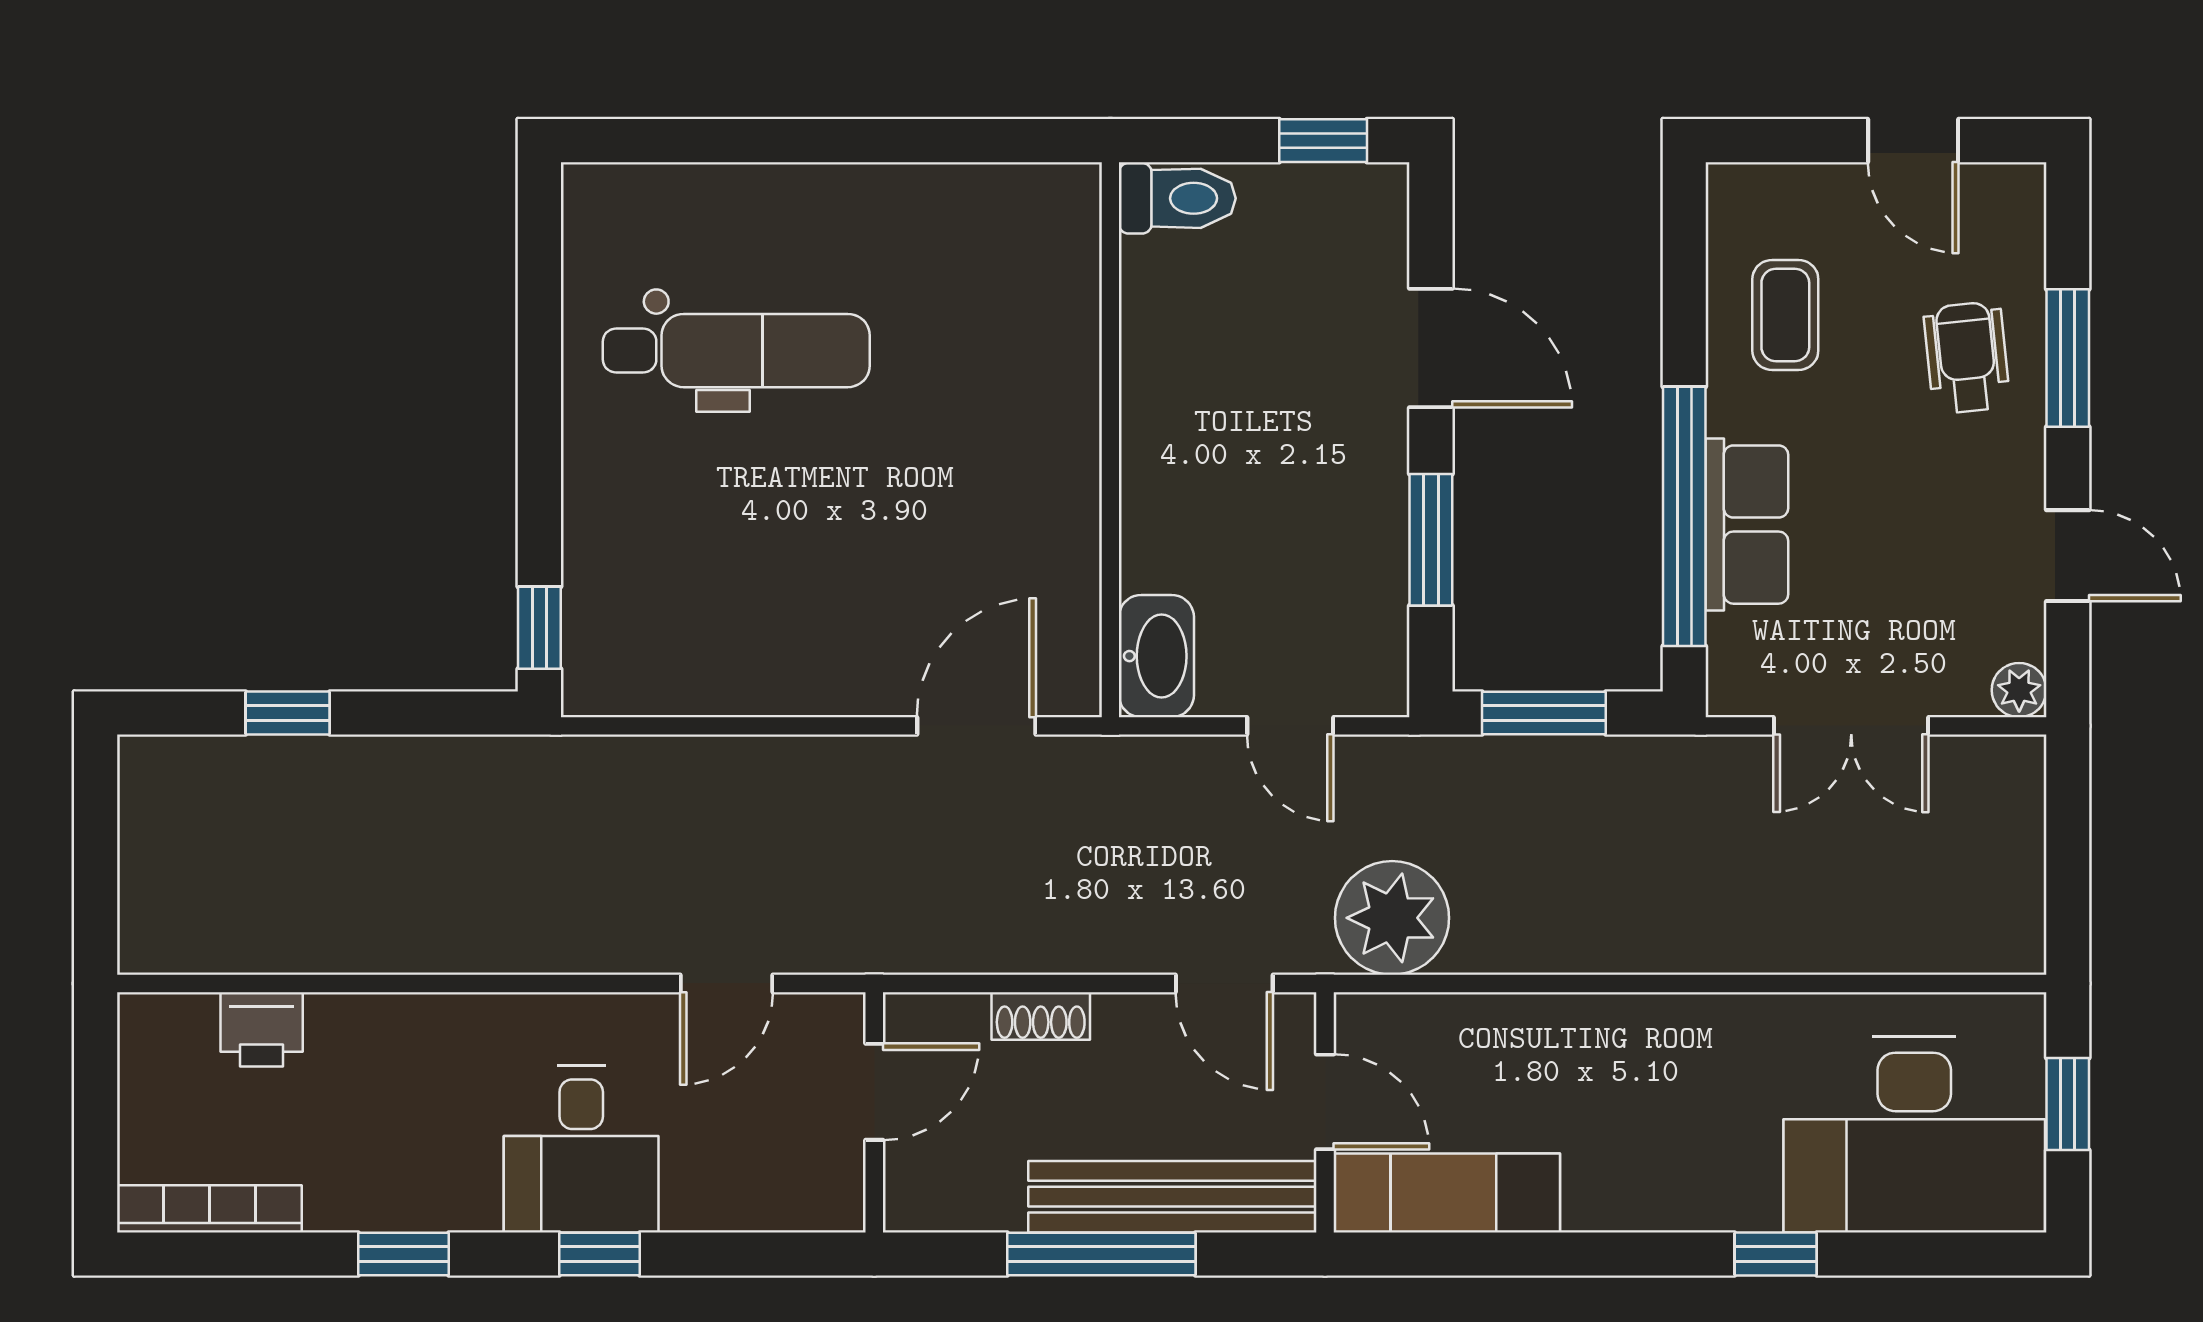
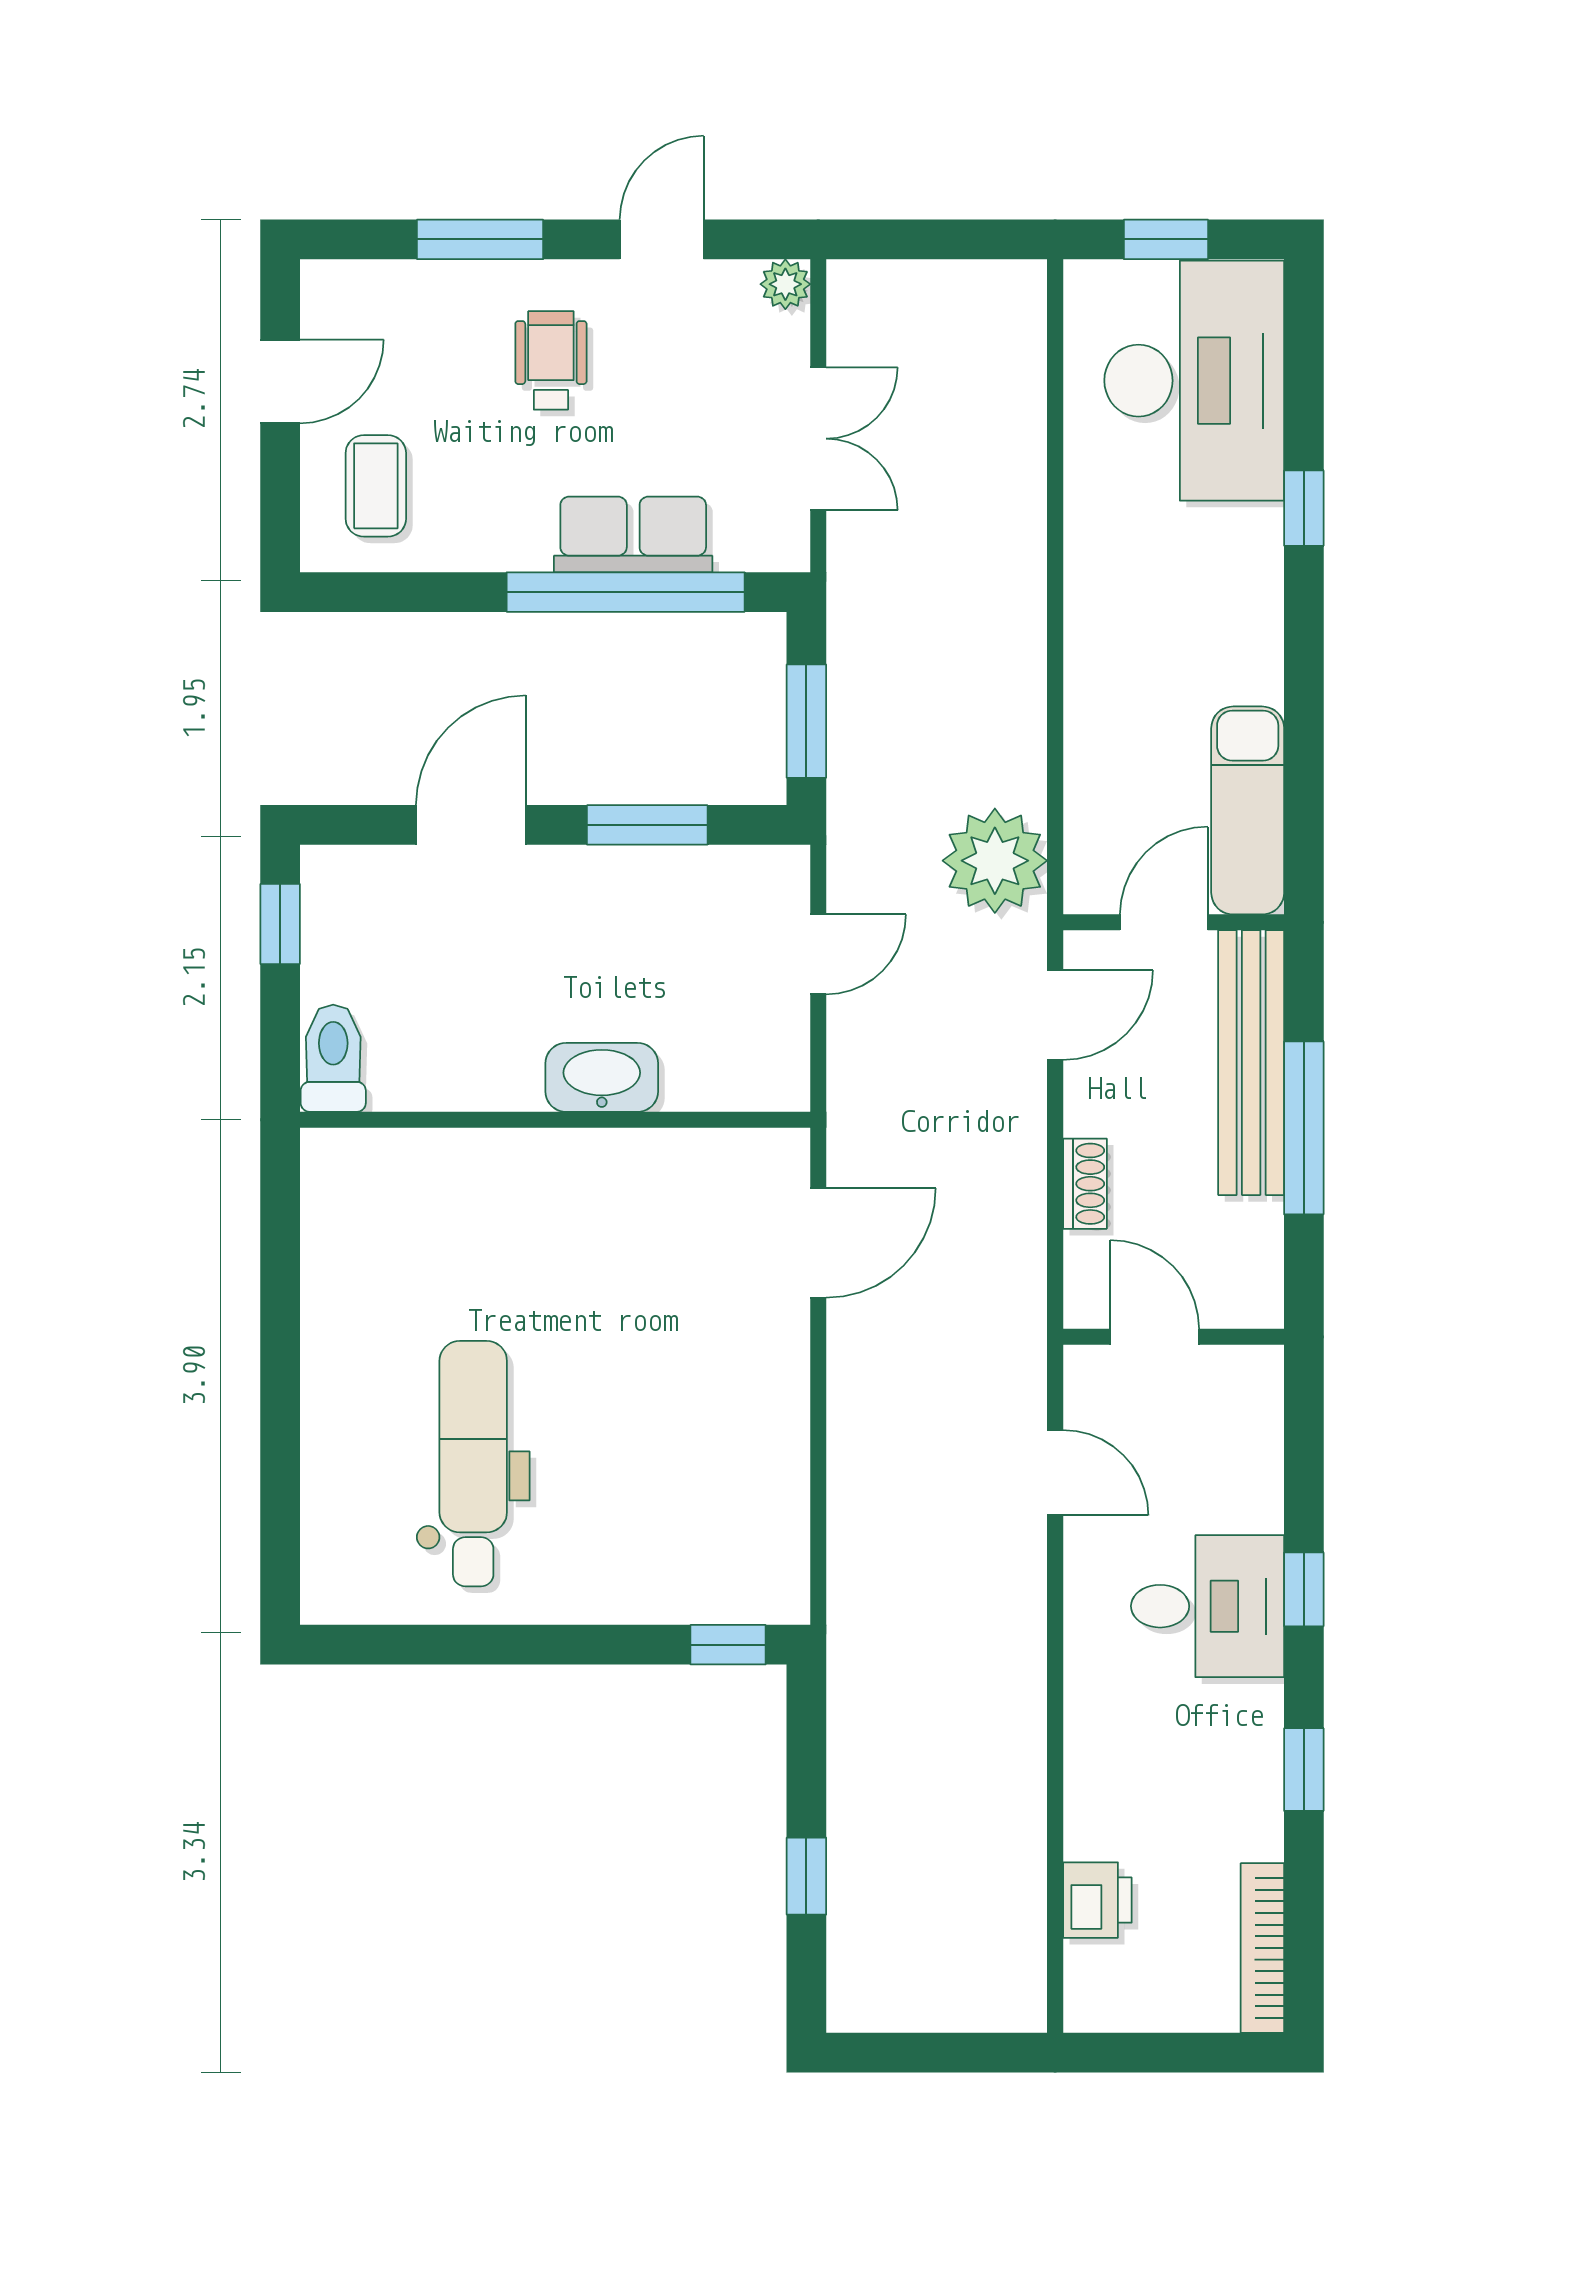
coffee table: (1785, 315) -> (376, 486), moved, turned 90
wheelchair: (1967, 357) -> (551, 360), moved, turned 96
washbasin: (1156, 656) -> (602, 1077), moved
door: (976, 726) -> (818, 1243), swing flipped

